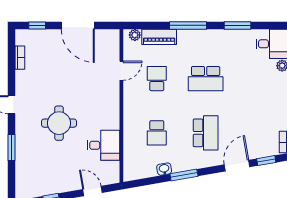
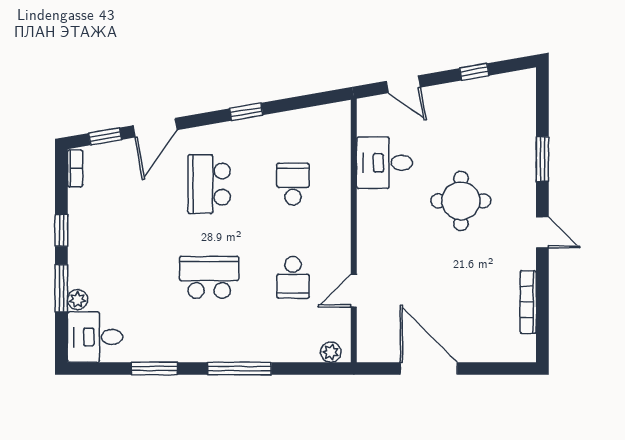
window: (37, 25) -> (498, 369), removed
piano: (159, 37) -> (289, 349), removed
bookcase: (20, 58) -> (528, 302), width x1.56
washbasin: (164, 169) -> (280, 122), removed
window: (184, 175) -> (246, 112), width x0.67

